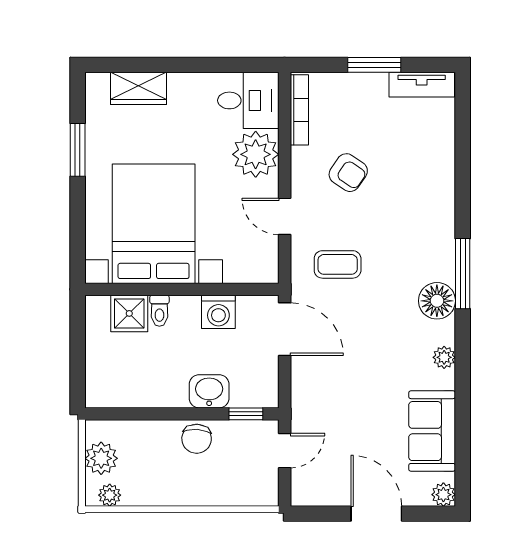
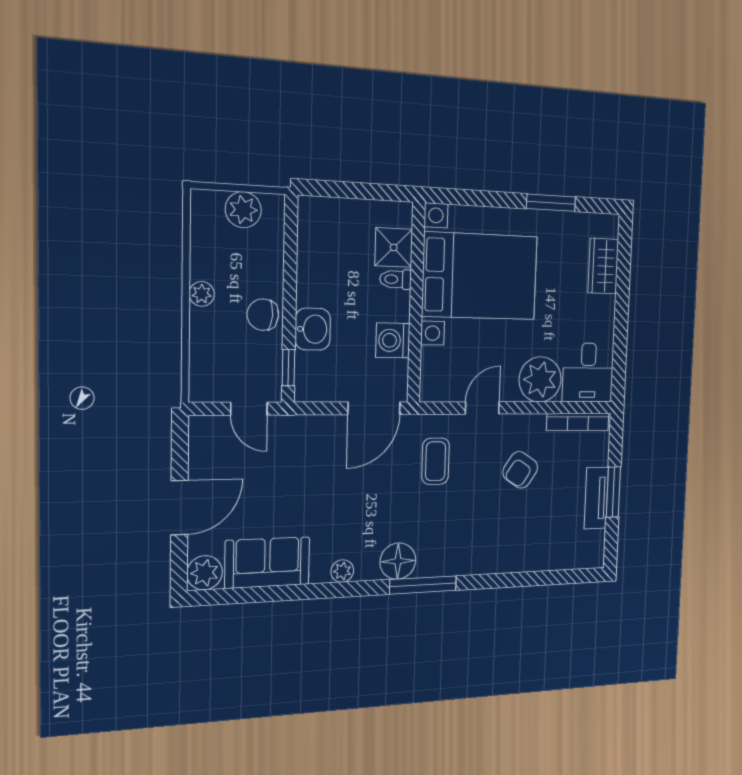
tv unit: (422, 85) -> (596, 498), moved
plant: (110, 495) -> (202, 294), moved
plant: (443, 495) -> (205, 573), width x1.38, depth x1.38

